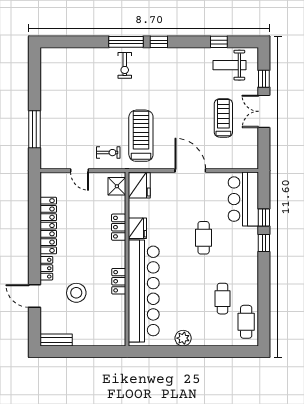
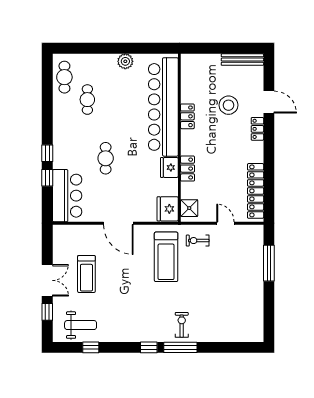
locker: (48, 226) -> (256, 191), moved
bench: (56, 340) -> (242, 60), width x1.36

